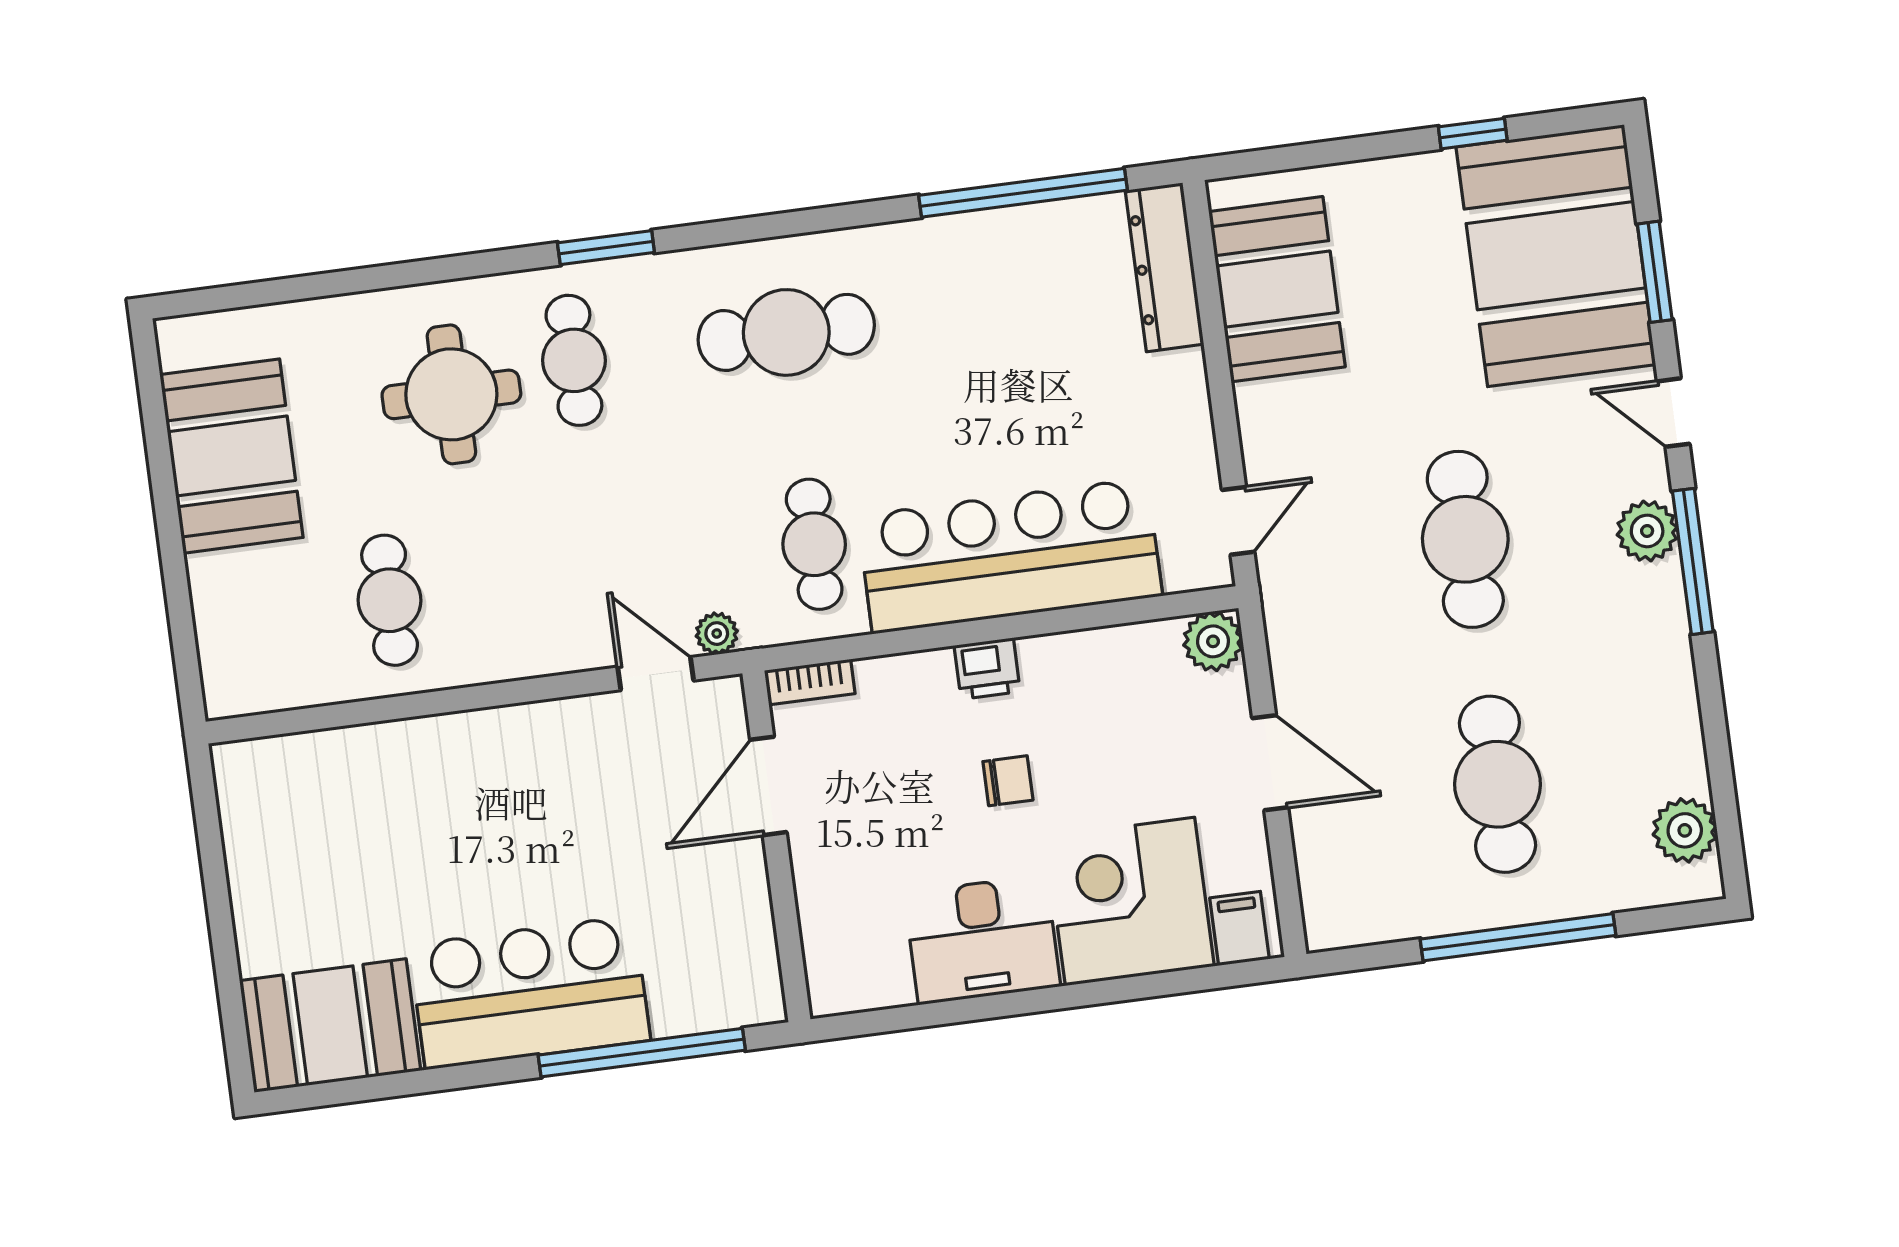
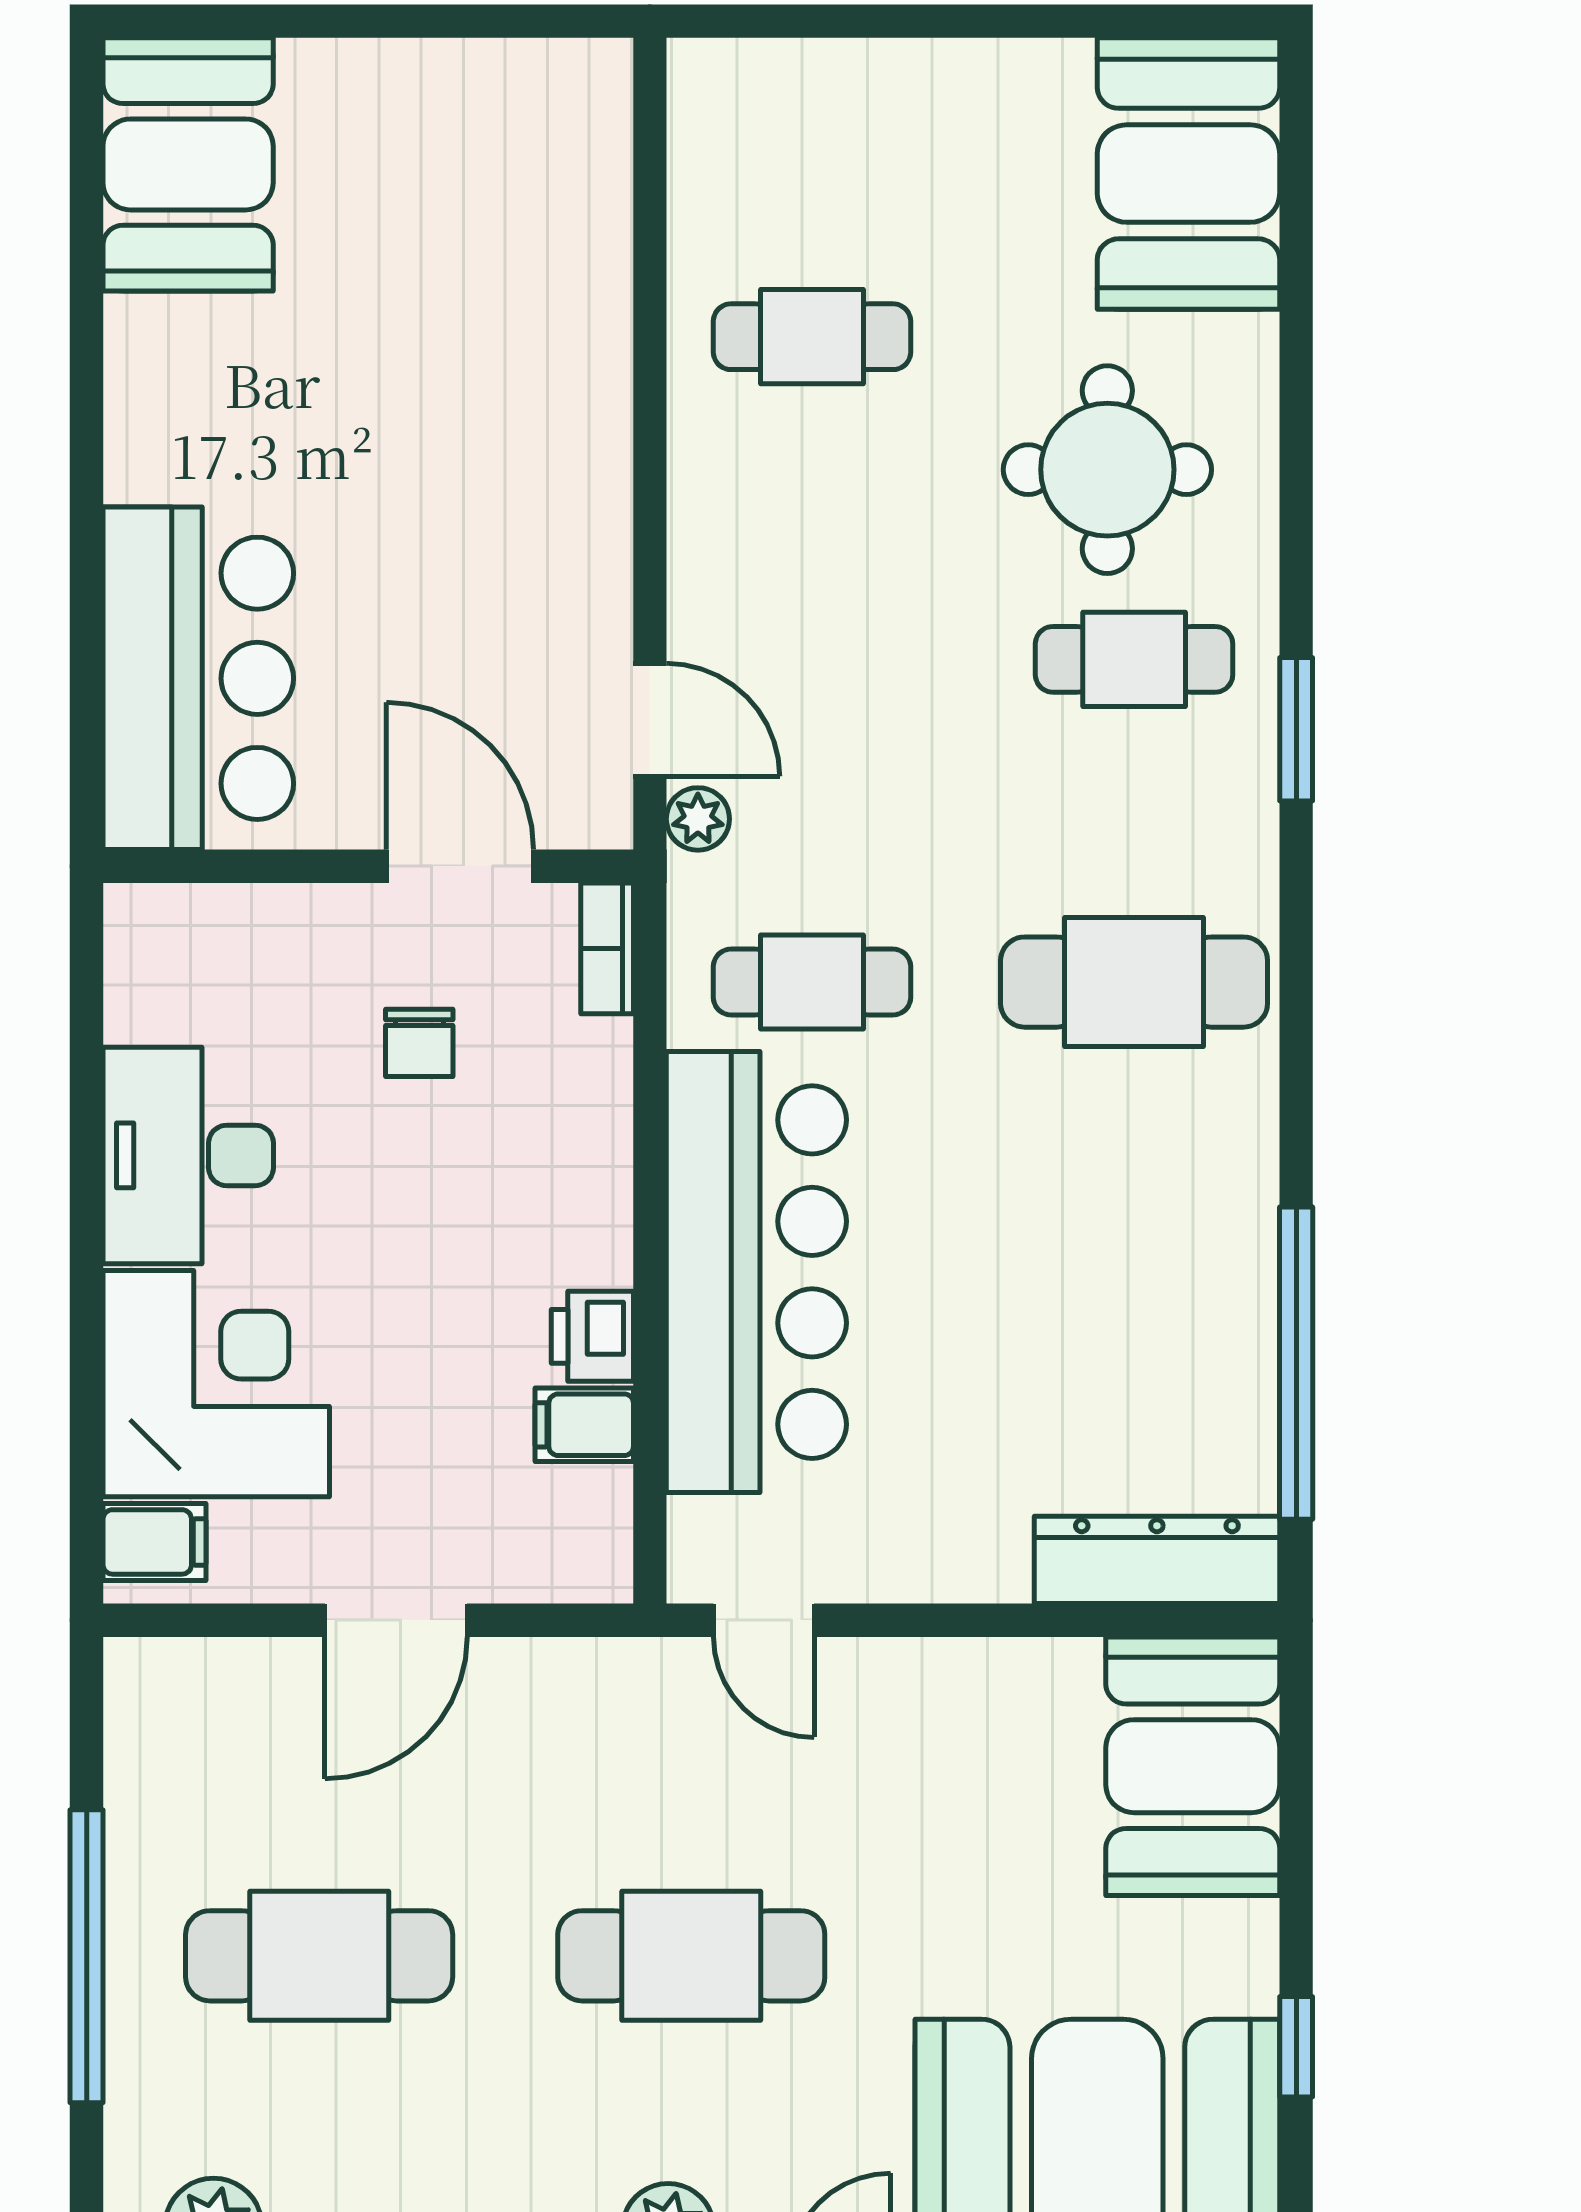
booth: (1277, 289) -> (1193, 1766), moved, turned 90
cafe table: (786, 332) -> (1134, 982), turned 90
booth: (231, 456) -> (1188, 174), moved, turned 90
plant: (1213, 641) -> (589, 1559), removed
filing cabinet: (1125, 656) -> (584, 1425), added
printer: (987, 669) -> (592, 1336), moved
door: (656, 674) -> (650, 720), hinge flipped
chair: (1008, 781) -> (419, 1043), moved
bar counter: (530, 993) -> (198, 678), moved
window: (642, 1053) -> (87, 624), removed

